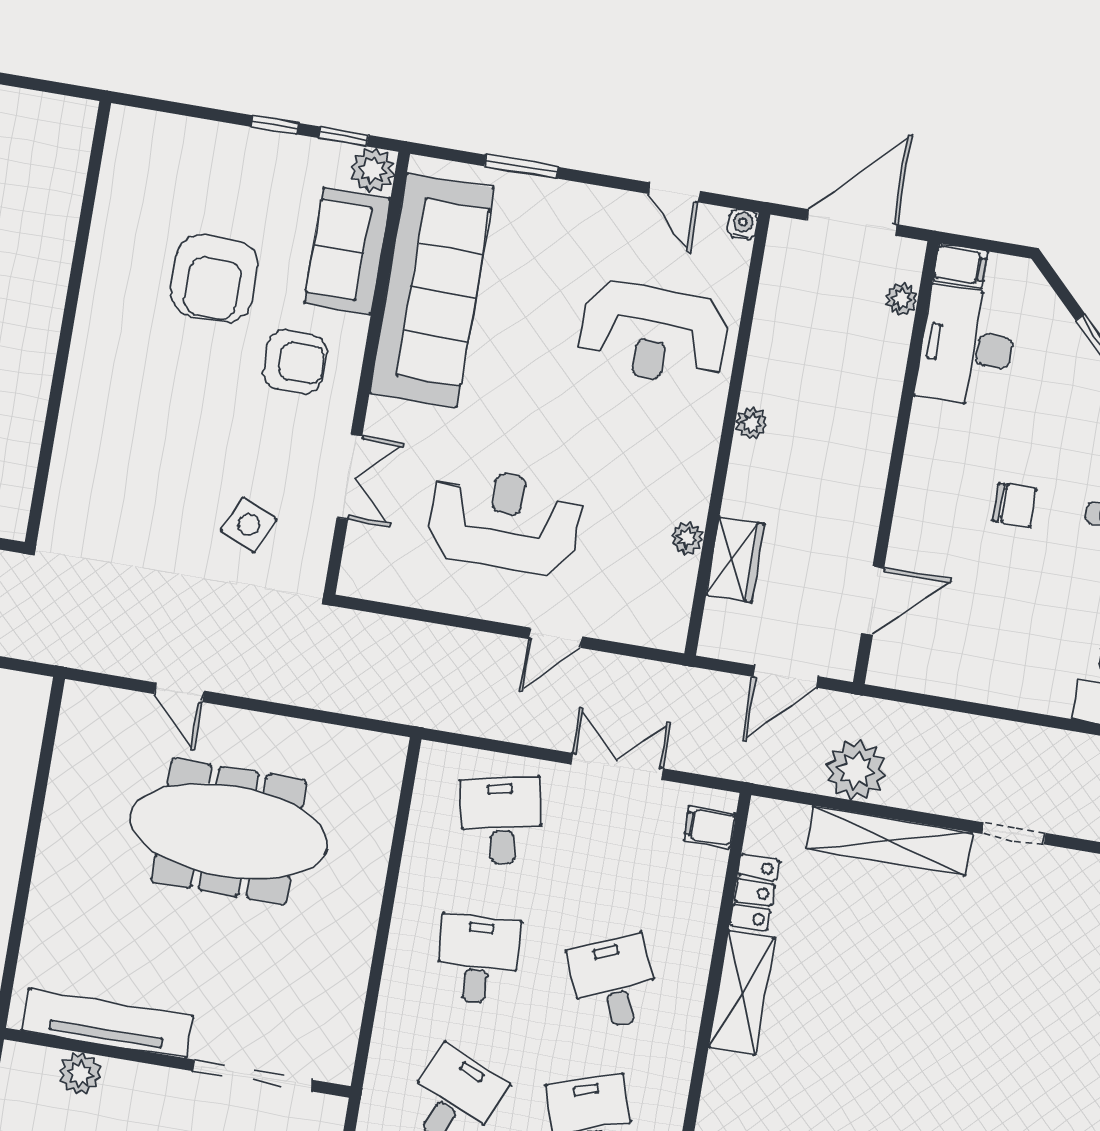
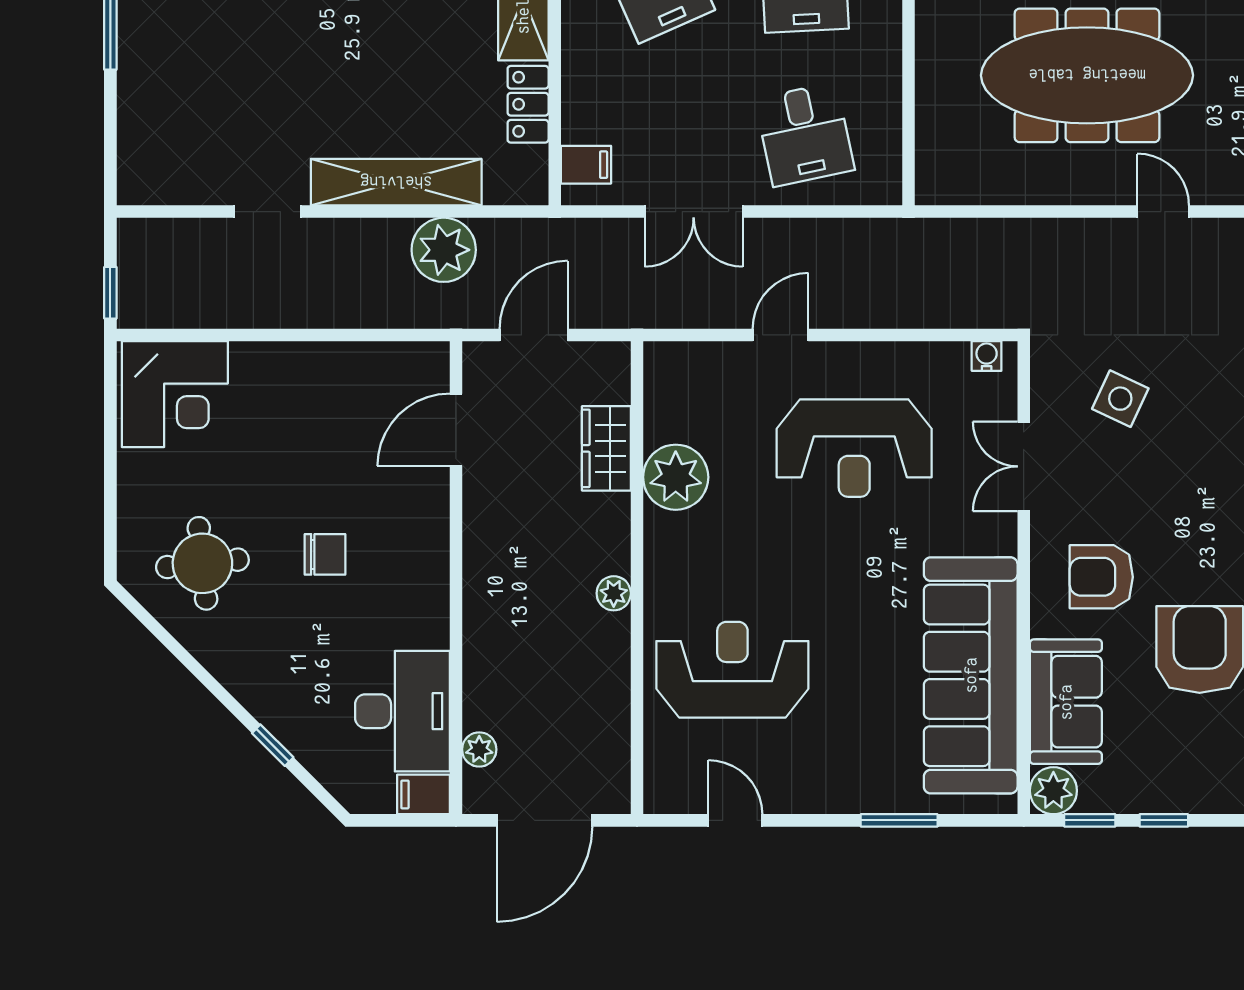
water cooler: (743, 224) -> (987, 356), moved, turned 180
chair: (1014, 505) -> (325, 554), turned 180
plant: (687, 538) -> (676, 477), width x1.87, depth x1.87

